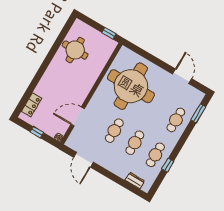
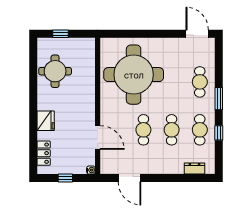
window: (109, 33) -> (60, 34), moved
door: (182, 76) -> (197, 34), moved
fridge: (47, 82) -> (46, 121), added
window: (198, 113) -> (219, 99), moved
door: (78, 117) -> (98, 137), swing flipped

